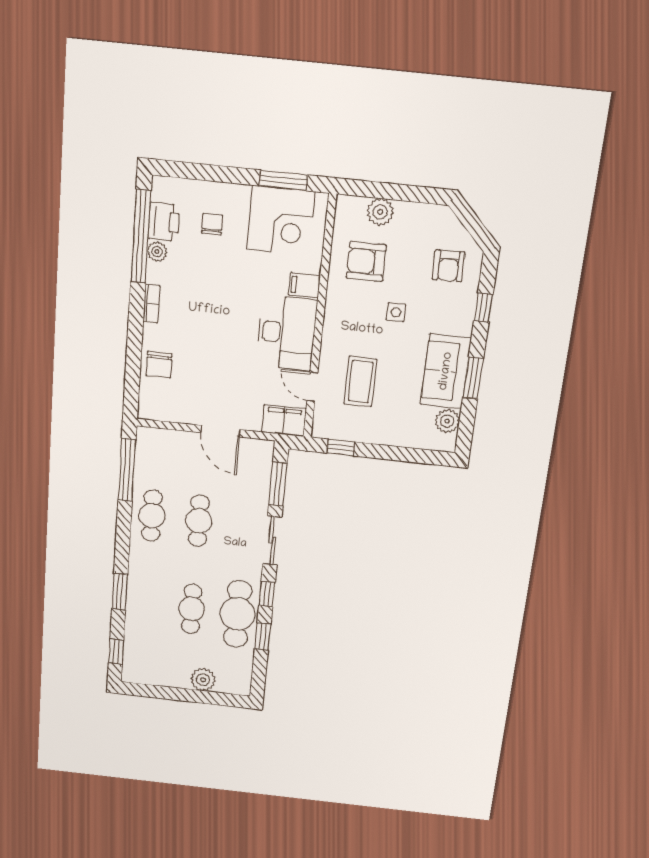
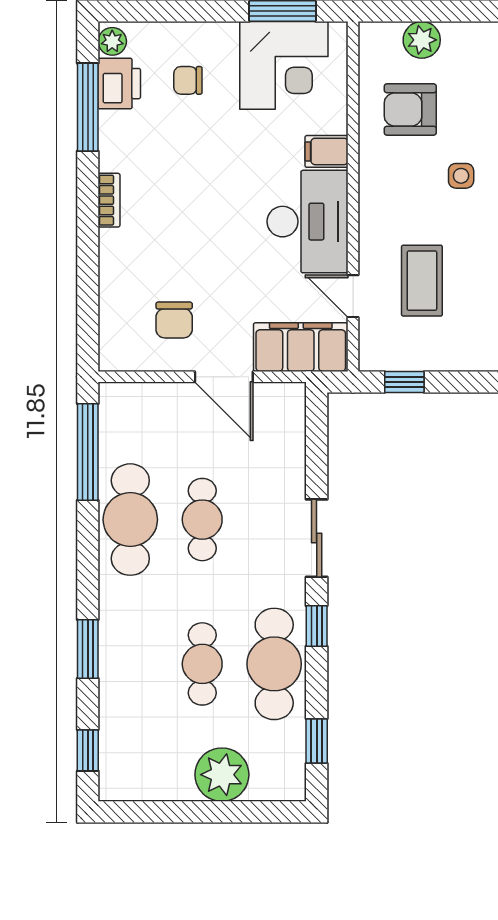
chair: (212, 224) -> (188, 80), turned -90
window: (141, 236) -> (88, 107), width x0.68
plant: (157, 252) -> (112, 41), moved
chair: (159, 365) -> (174, 320), moved
filing cabinet: (284, 421) -> (301, 347), width x1.50, depth x1.17
window: (278, 484) -> (317, 448), removed
cafe table: (152, 516) -> (130, 520), width x1.37, depth x1.35
window: (263, 637) -> (317, 741), moved
plant: (203, 680) -> (222, 775), width x1.36, depth x1.36

